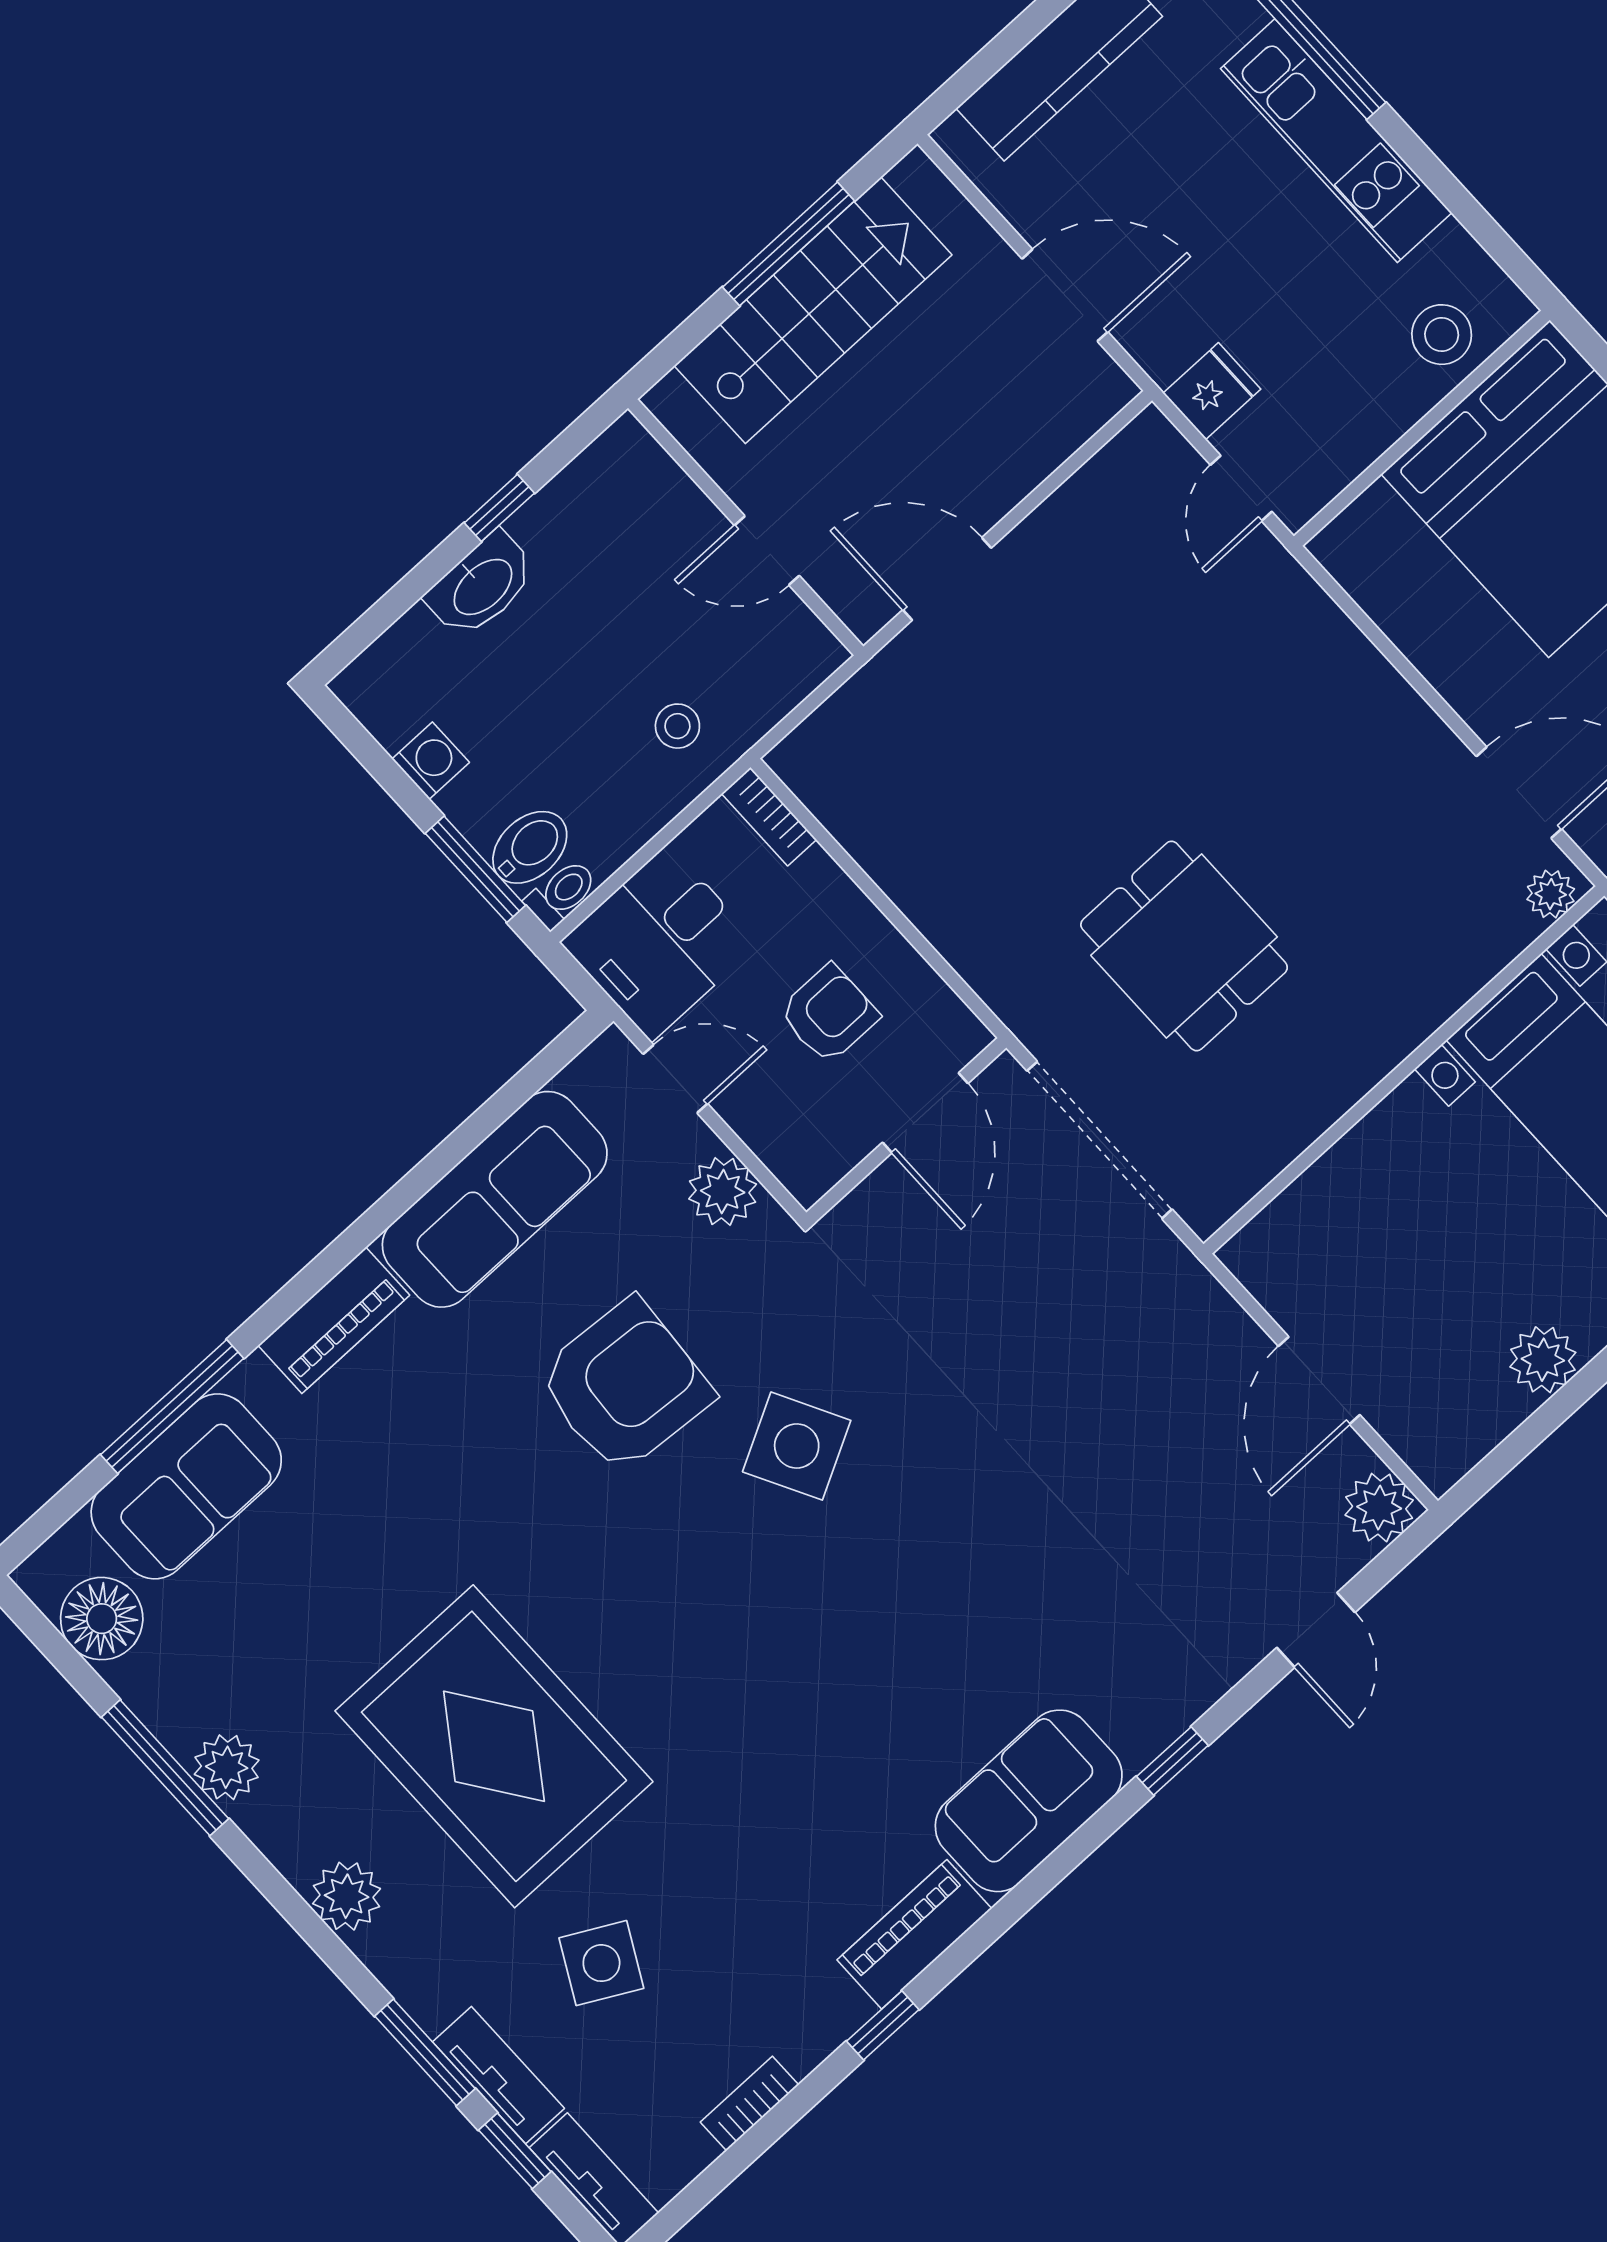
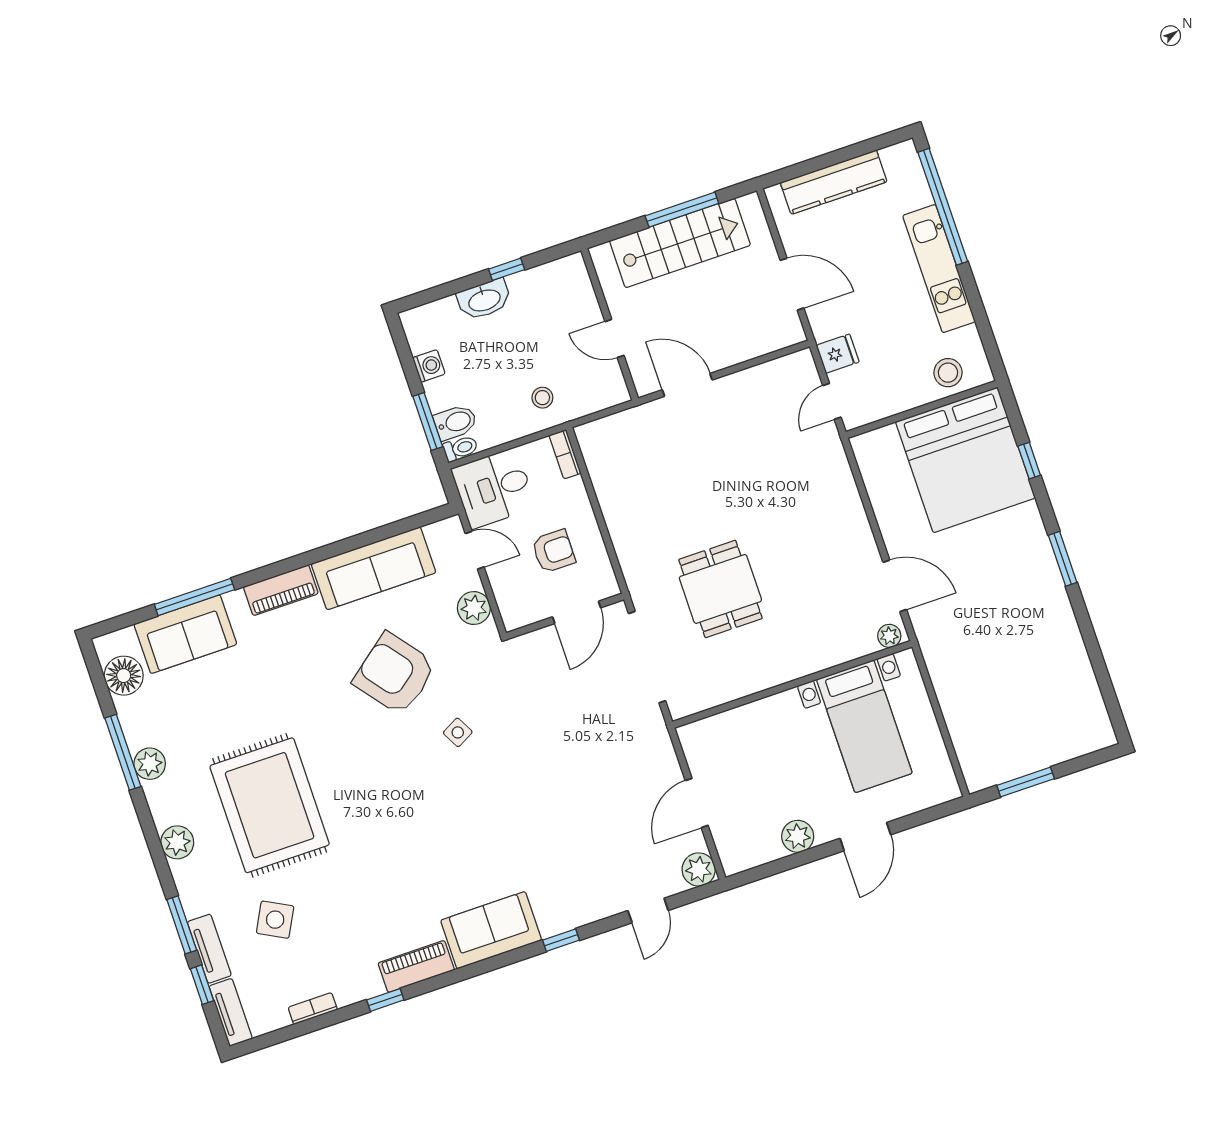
armchair: (625, 1386) -> (395, 674), turned -132
side table: (797, 1446) -> (458, 732), width x0.54, depth x0.54

